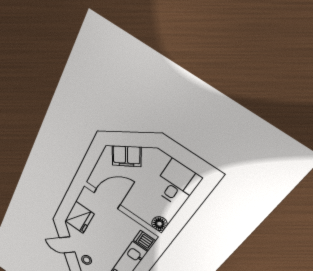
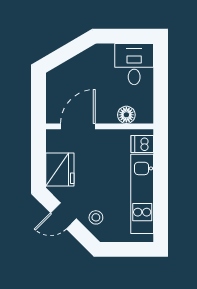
filing cabinet: (127, 156) -> (72, 70), removed
floor lamp: (159, 224) -> (126, 115), moved

